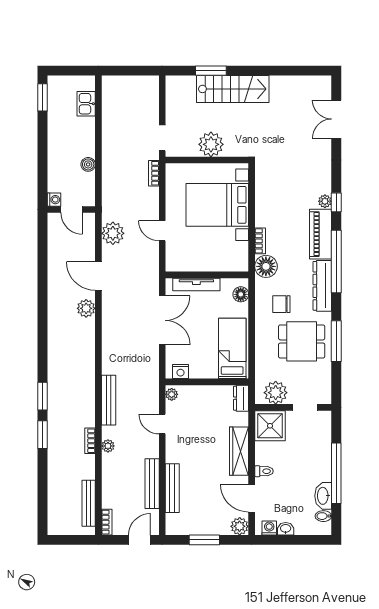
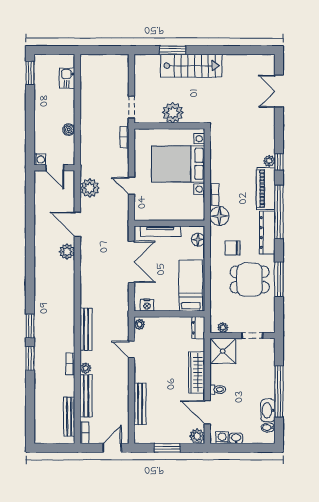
plant: (276, 393) -> (223, 328), width x0.53, depth x0.53
bench: (152, 484) -> (86, 396), moved

